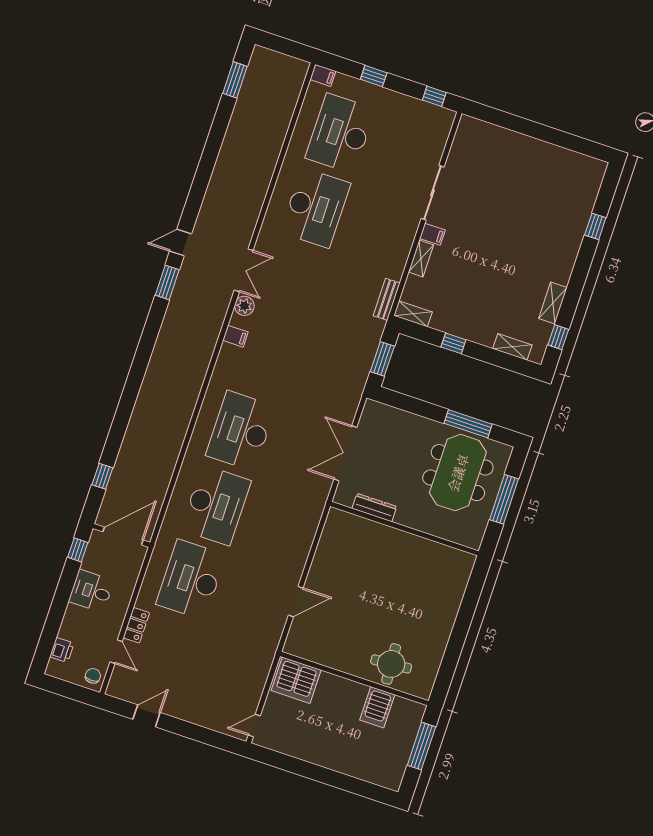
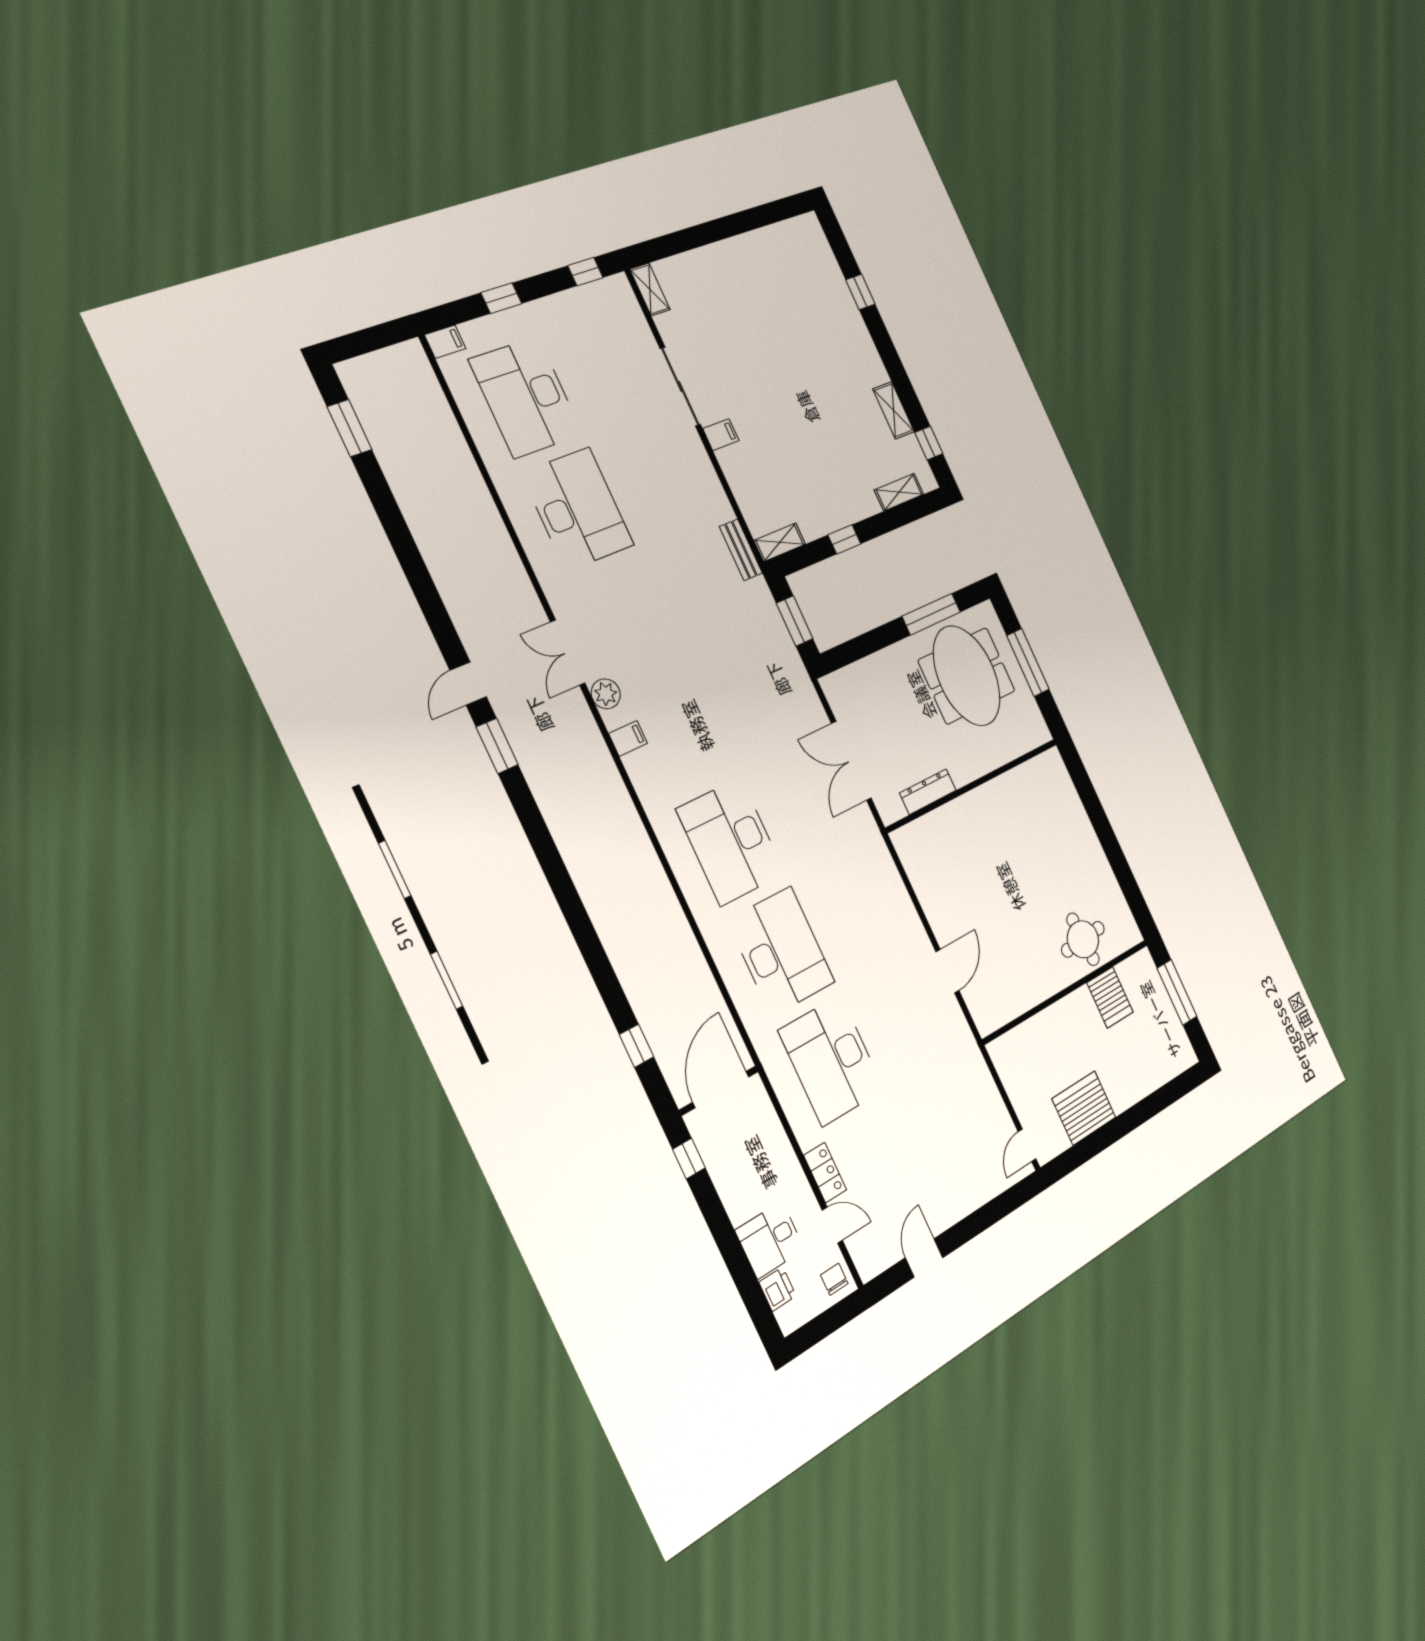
shelving: (421, 258) -> (650, 289), moved
double door: (244, 270) -> (568, 653), swing flipped
desk: (91, 591) -> (770, 1240), moved
server rack: (296, 680) -> (1084, 1108), moved, turned 180

